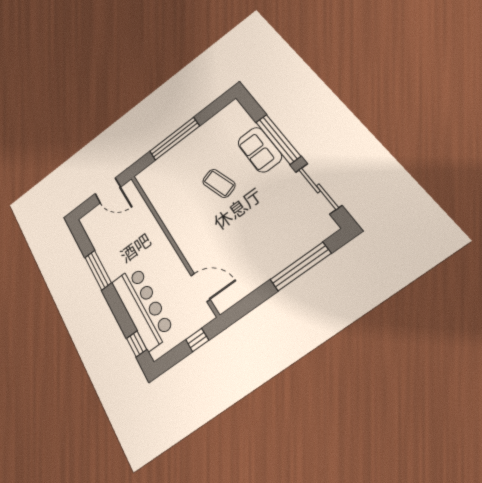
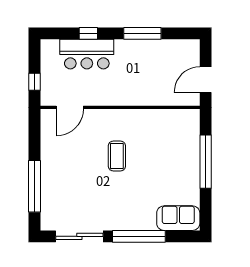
sofa: (260, 150) -> (178, 218), moved
coffee table: (219, 183) -> (117, 156), moved, turned -72
bar counter: (143, 307) -> (87, 54), width x0.73
window: (137, 344) -> (88, 33), moved

